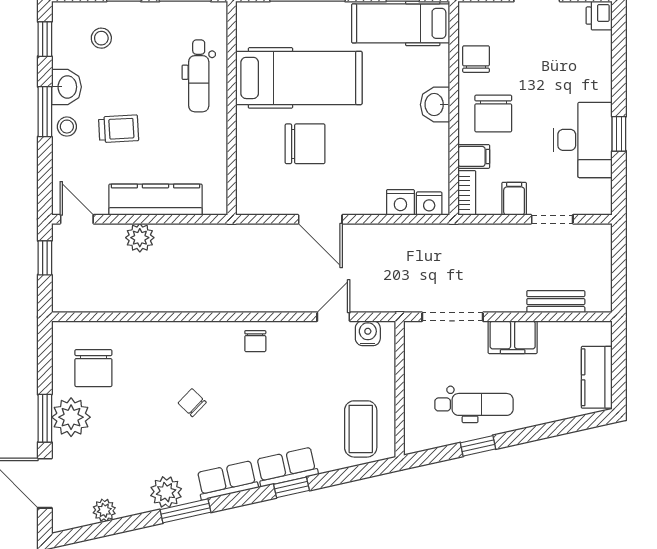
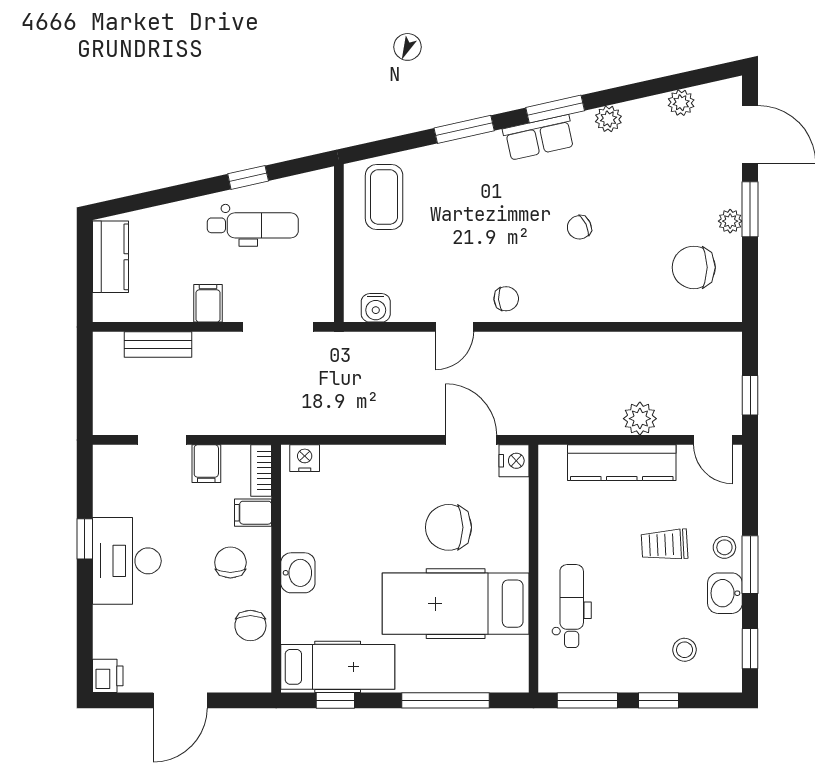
chair: (493, 113) -> (230, 562), width x0.73, depth x0.73
desk: (583, 140) -> (127, 561), moved
nightstand: (400, 202) -> (514, 461), moved, turned 90
door: (320, 219) -> (471, 440), moved
door: (333, 317) -> (454, 327), moved
filing cabinet: (513, 337) -> (208, 303), width x0.50
chair: (255, 341) -> (506, 299), turned 86
chair: (93, 368) -> (694, 267), turned -90
chair: (192, 403) -> (579, 227), turned 111
dental chair: (474, 404) -> (253, 225), turned 180
plant: (71, 417) -> (730, 221), width x0.53, depth x0.53
row of seats: (287, 467) -> (470, 153), removed
window: (292, 487) -> (464, 129), width x1.50
plant: (166, 492) -> (608, 119), width x0.73, depth x0.73
window: (185, 511) -> (555, 109), moved

